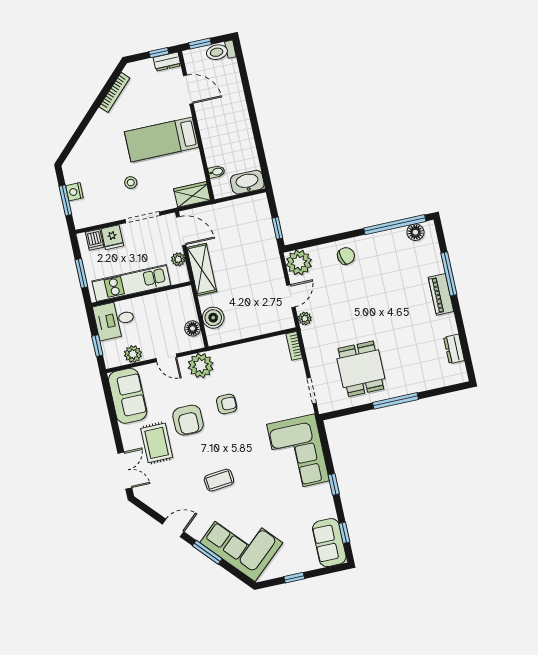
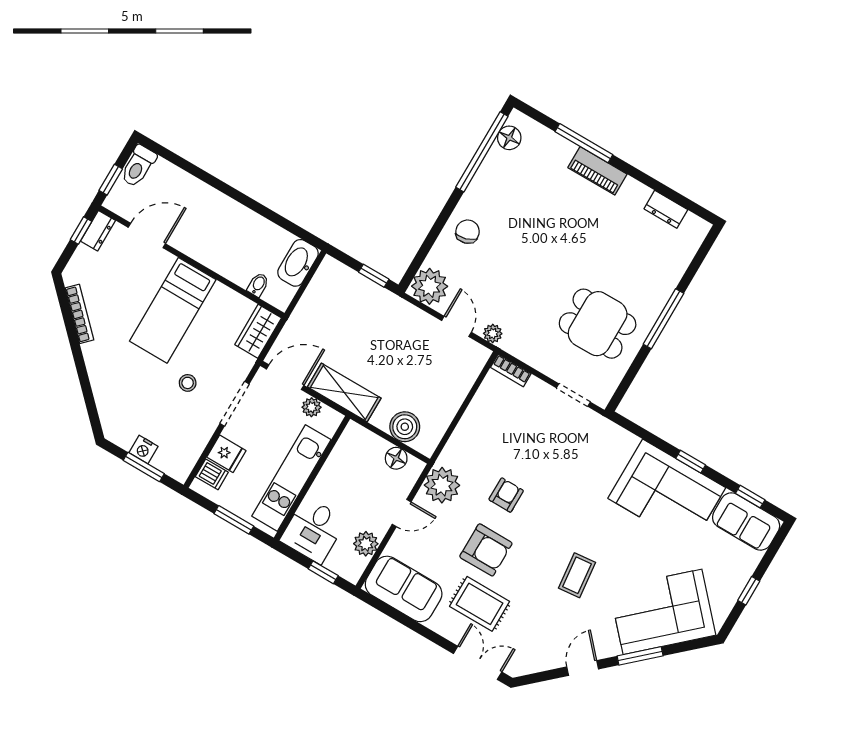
corner sofa: (298, 453) -> (667, 493), moved

